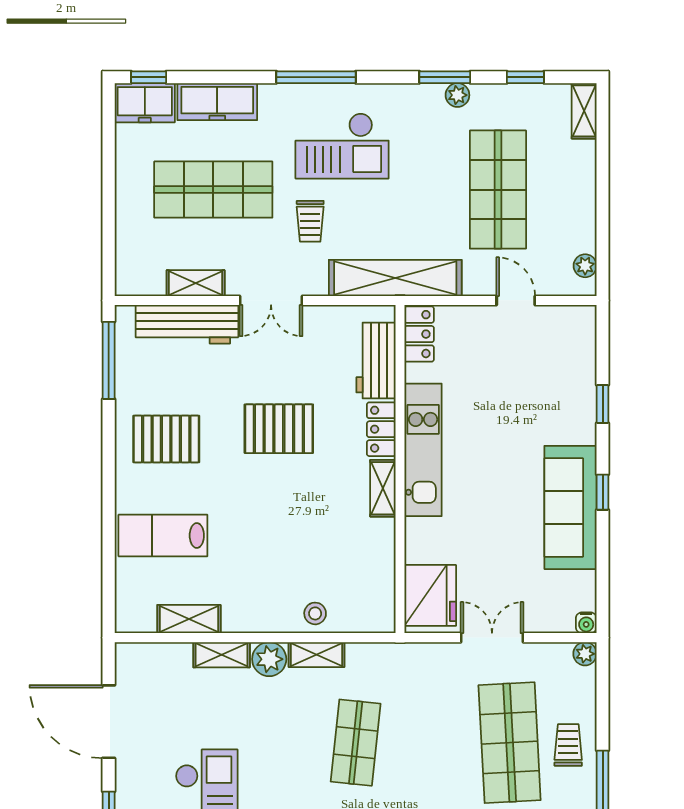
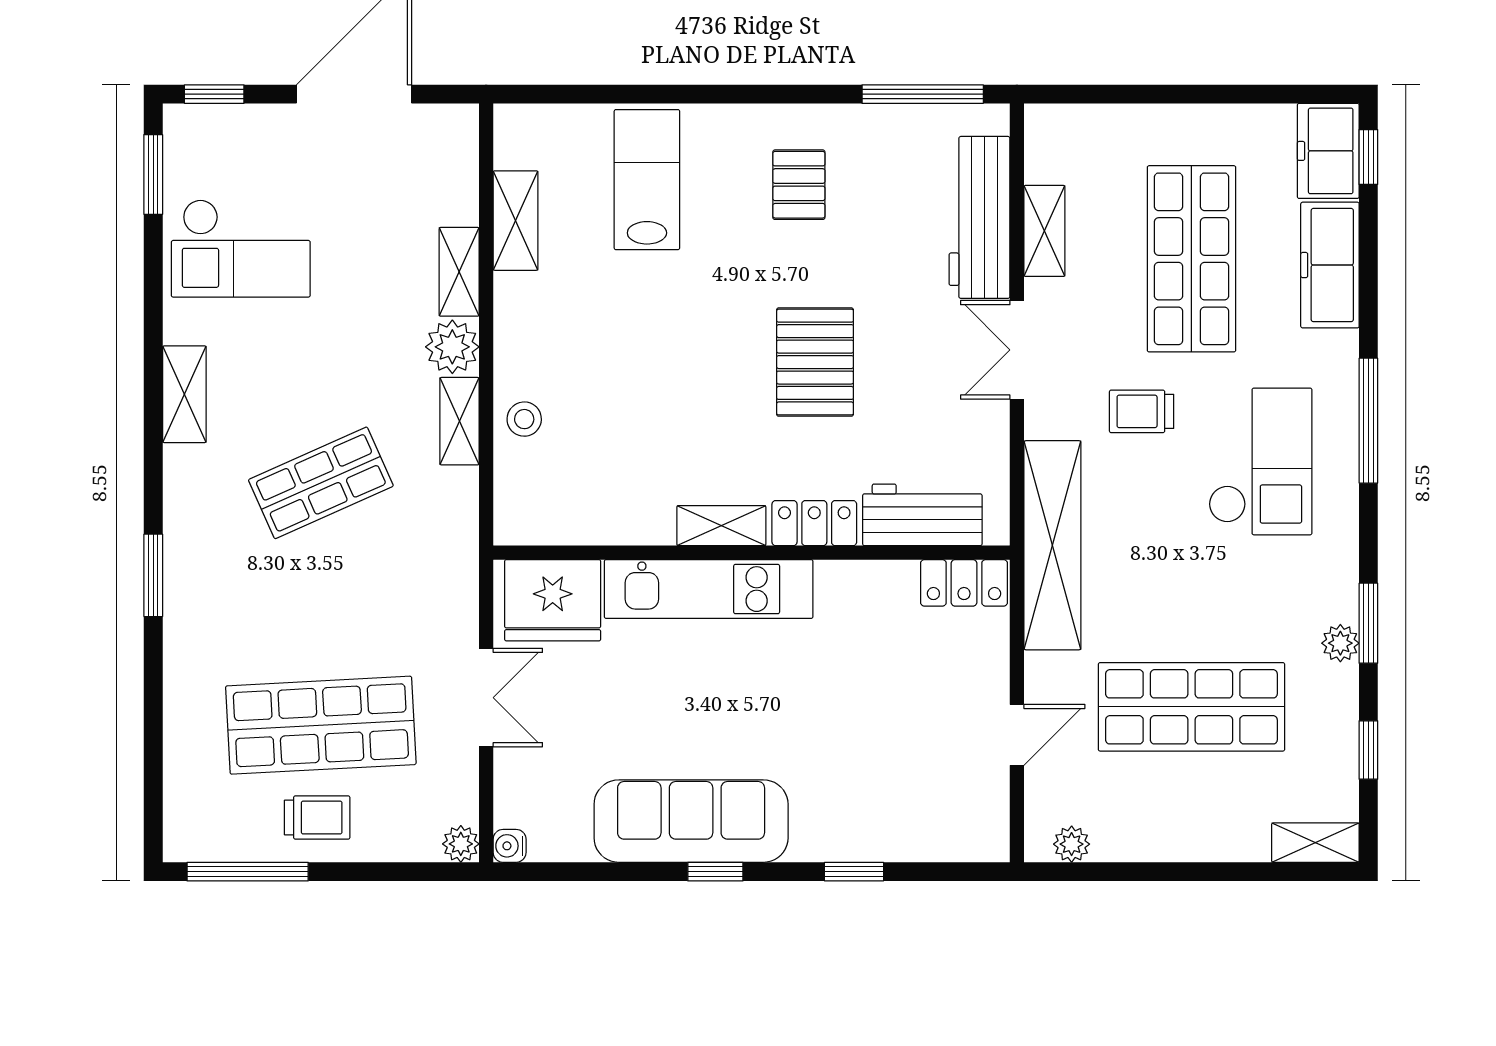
checkout: (342, 146) -> (1260, 461), turned 180
pallet: (166, 439) -> (799, 185), width x0.67, depth x0.71
kitchen unit: (423, 450) -> (709, 589), moved
shop shelf: (356, 743) -> (321, 483), turned -30

